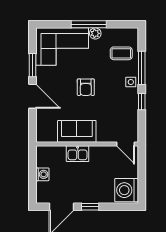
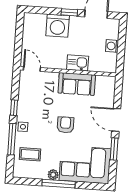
washing machine: (127, 190) -> (58, 26), moved, turned 90

